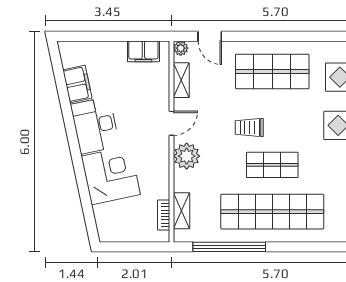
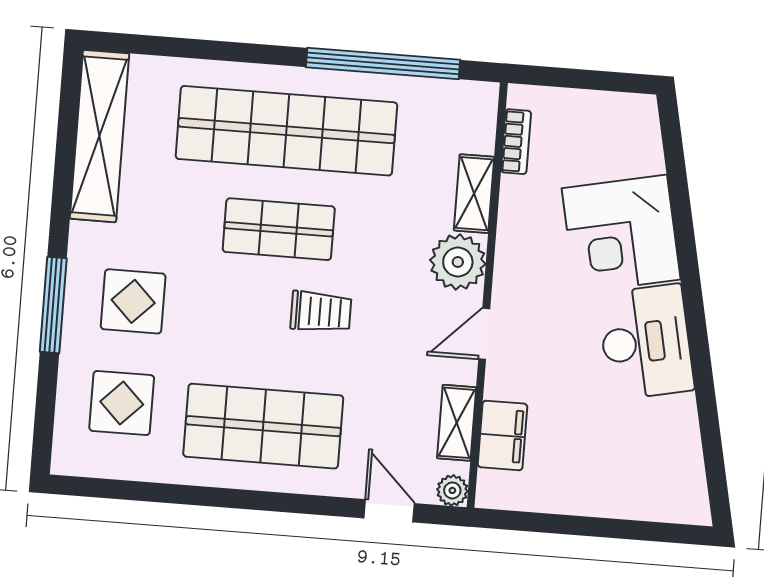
filing cabinet: (143, 51) -> (502, 435), moved, turned 90
filing cabinet: (77, 84) -> (676, 432), removed
shelving: (182, 211) -> (474, 194), moved

